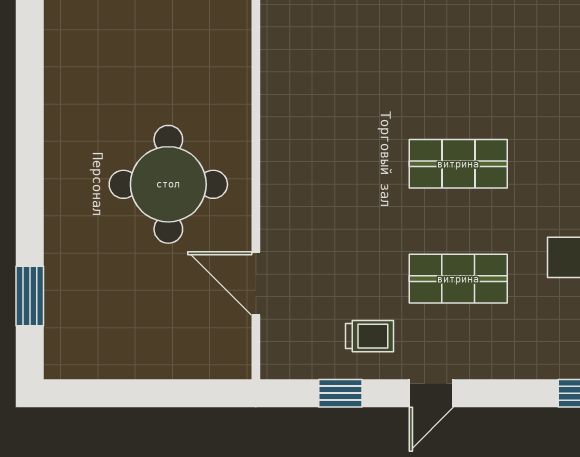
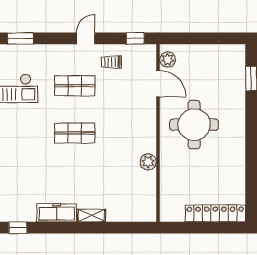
plant: (280, 94) -> (148, 162), added
plant: (233, 342) -> (168, 60), added
window: (340, 393) -> (135, 38), moved

